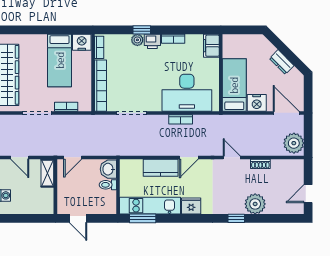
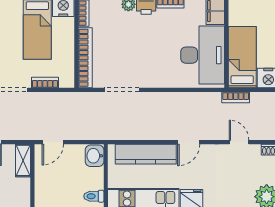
desk: (187, 93) -> (203, 55), moved, turned -90
bookcase: (181, 119) -> (236, 97), moved
kitchen counter: (161, 168) -> (146, 154), width x1.50
toilet: (108, 185) -> (94, 196), moved

